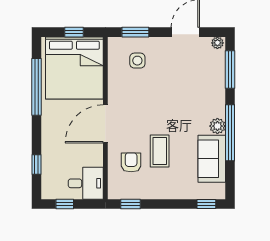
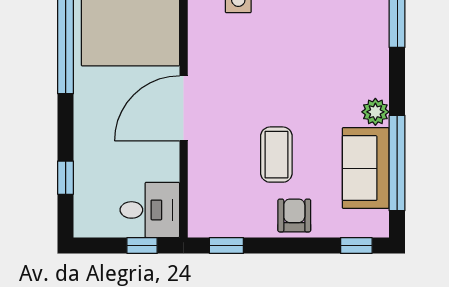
window: (230, 133) -> (397, 163), moved
armchair: (131, 162) -> (294, 215), moved
window: (65, 204) -> (142, 245), moved

